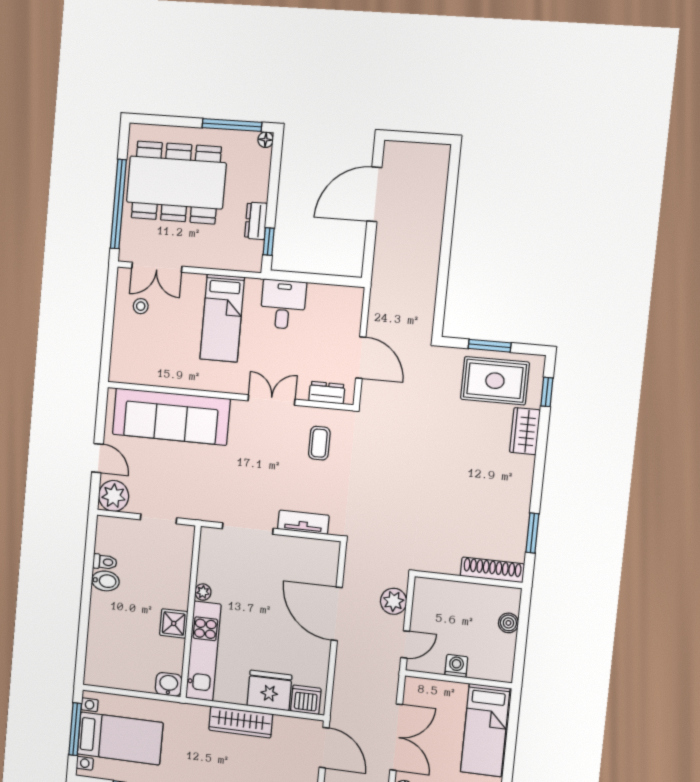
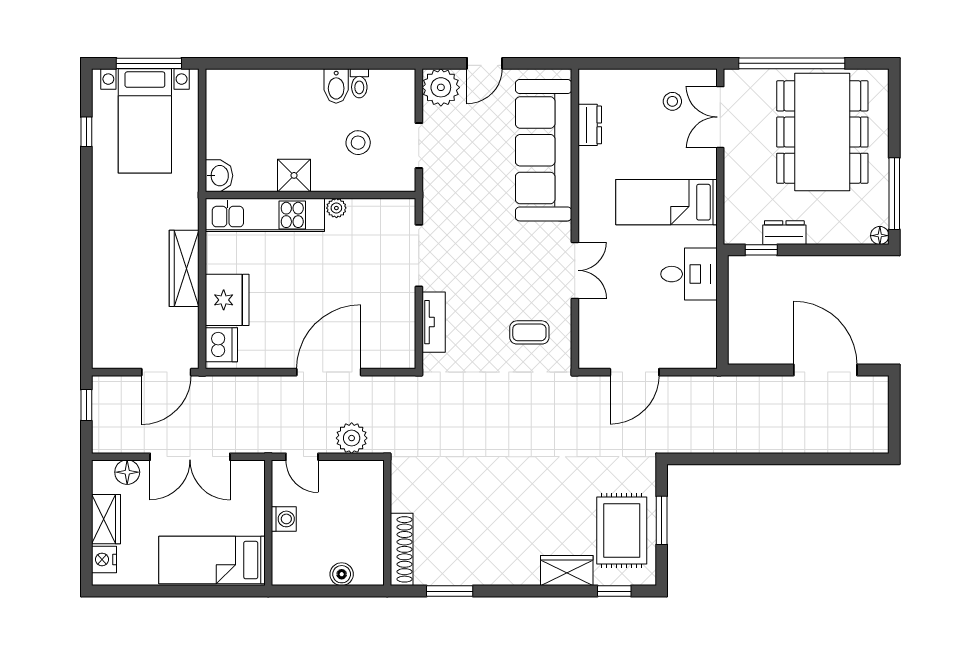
dresser: (327, 393) -> (590, 125), moved
stool: (152, 568) -> (358, 143), added

